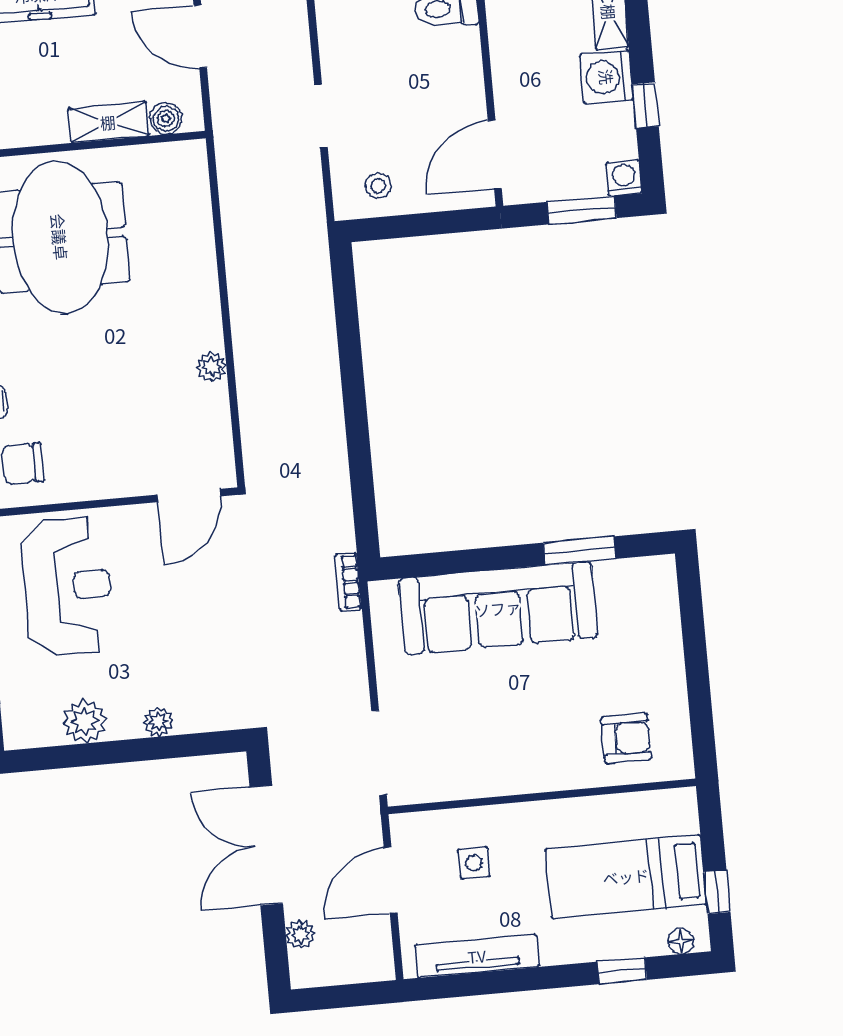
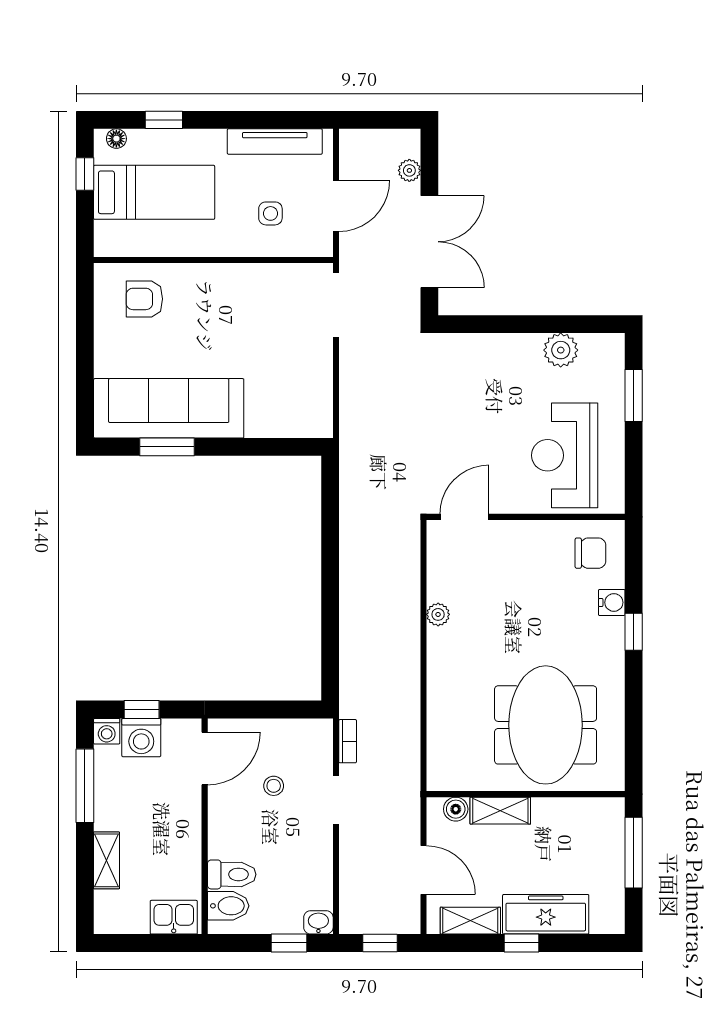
washing machine: (607, 77) -> (141, 738), moved, turned 90
window: (645, 105) -> (85, 786), width x2.17
stool: (378, 186) -> (274, 786), moved
window: (582, 210) -> (142, 710), width x0.67
bookcase: (348, 582) -> (348, 741), moved
sofa: (498, 608) -> (169, 408), moved
plant: (158, 722) -> (504, 345), removed

